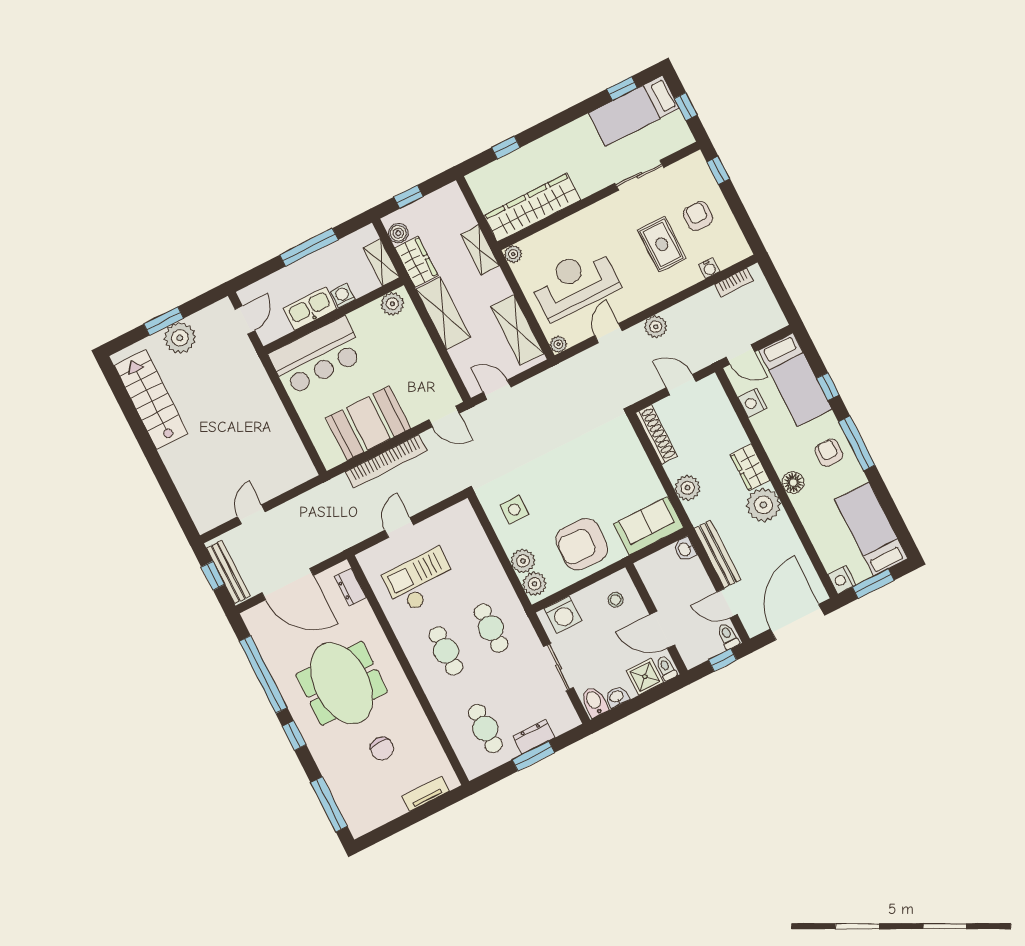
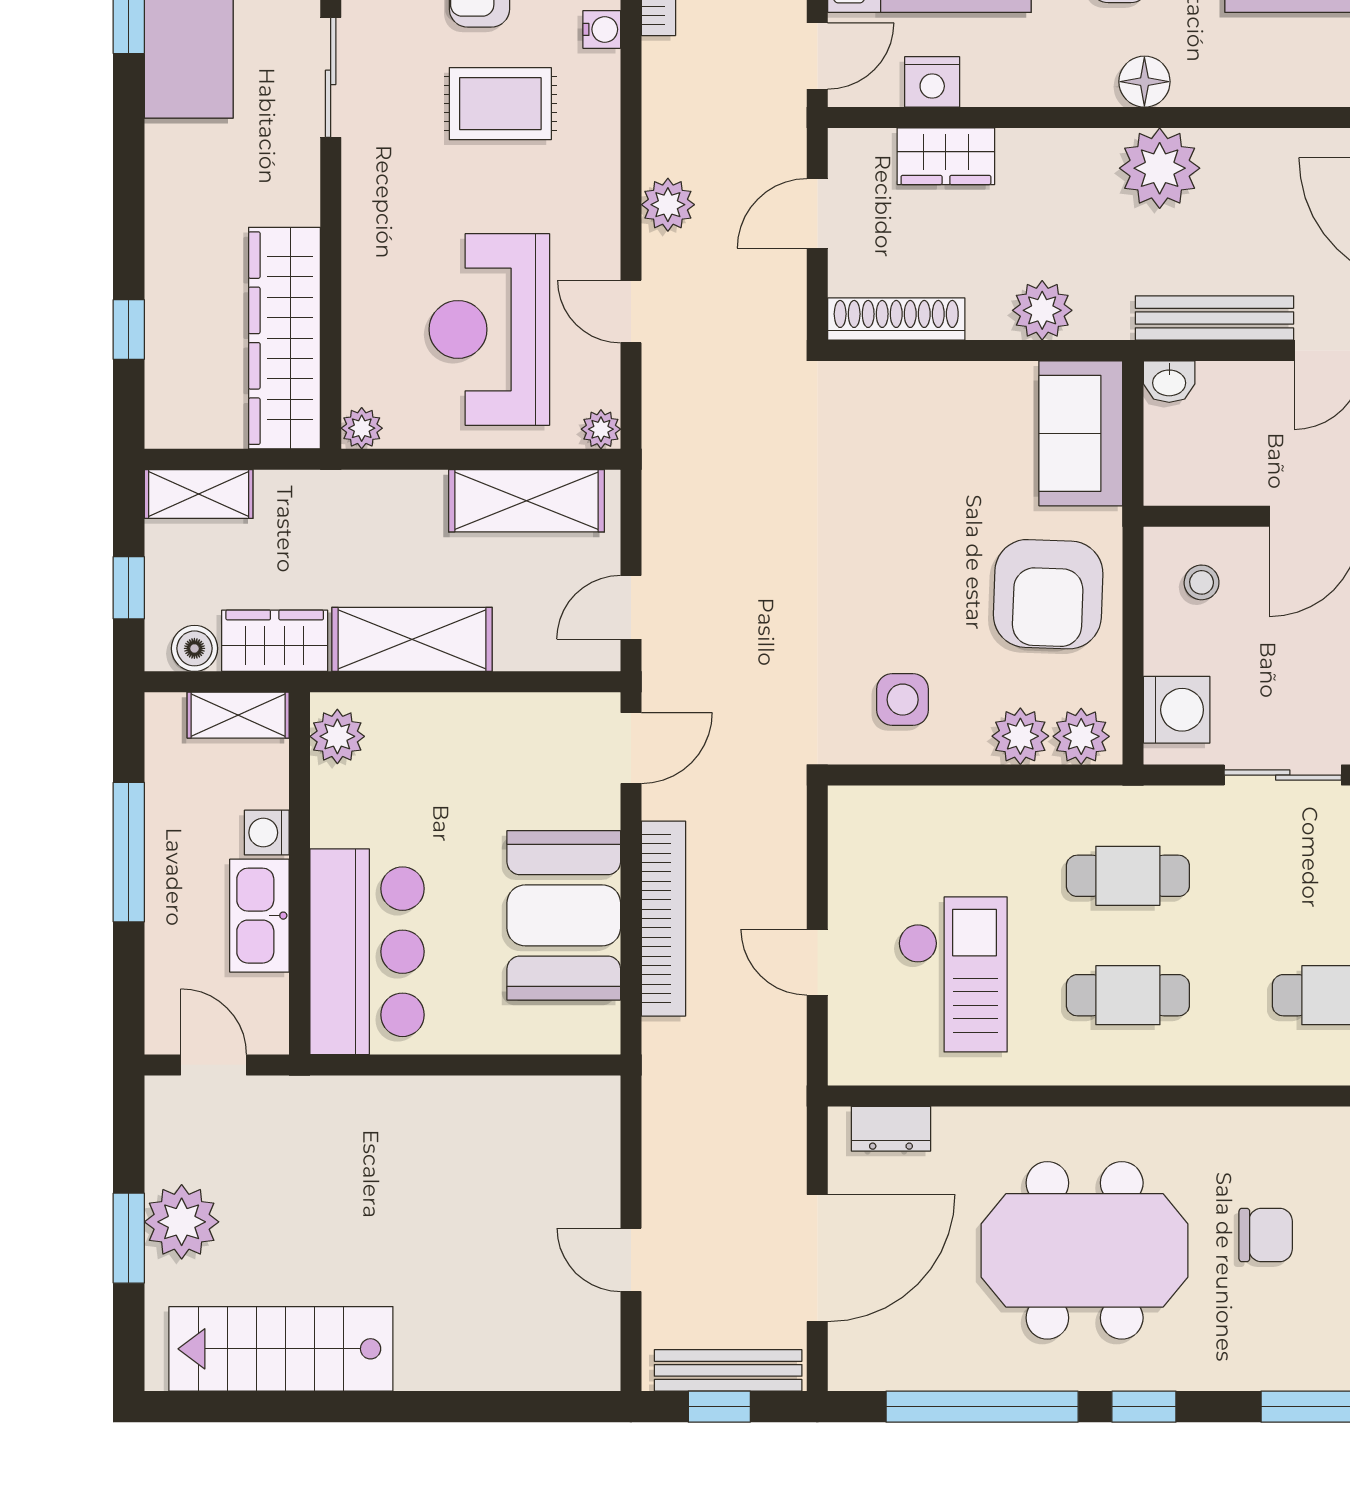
shelving: (480, 250) -> (199, 494), moved
wardrobe: (750, 467) -> (946, 156), moved
checkout: (420, 581) -> (953, 974), turned 180

